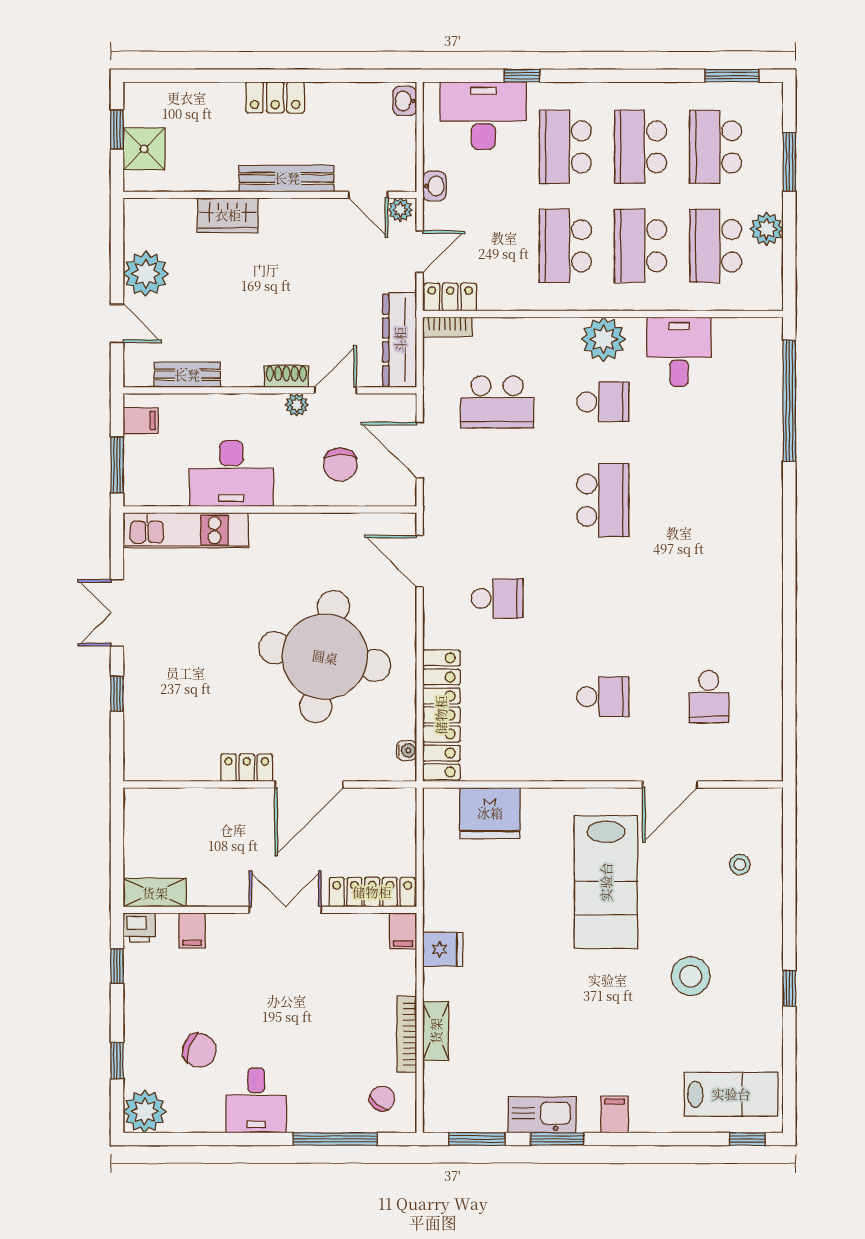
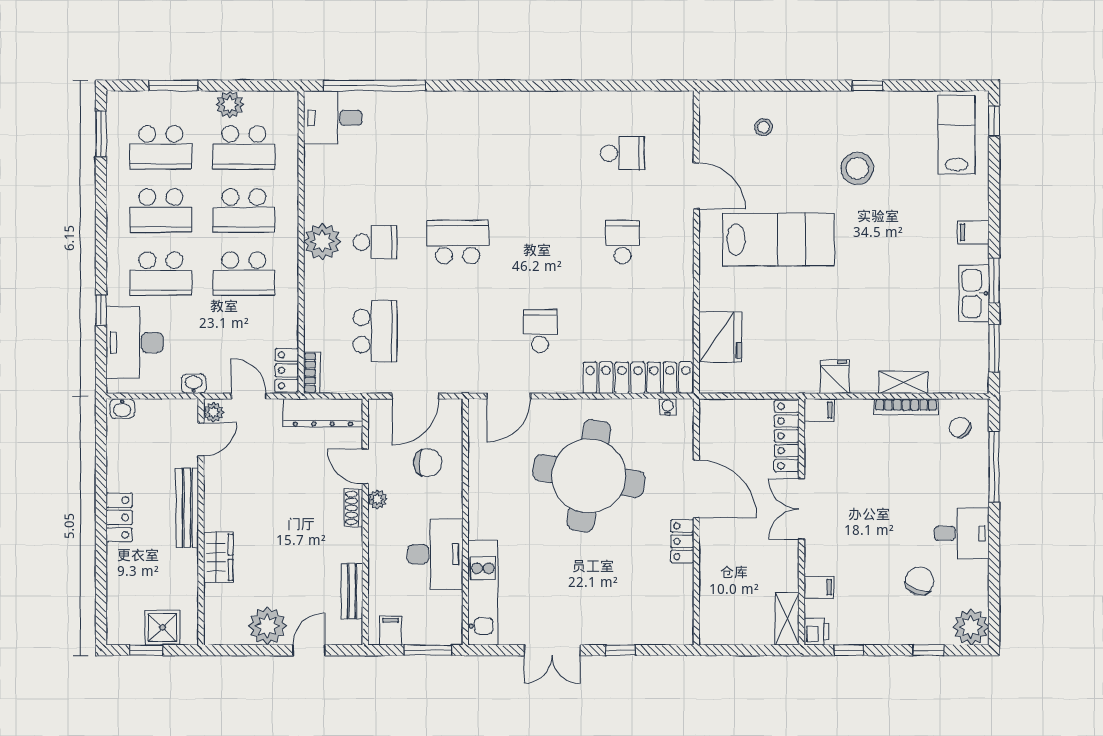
desk: (679, 352) -> (333, 118), moved
school desk: (603, 402) -> (375, 242), turned 90

